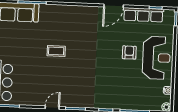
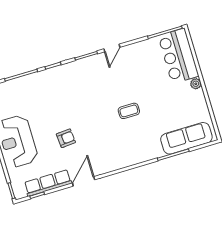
armchair: (129, 52) -> (66, 138), moved, turned -95

